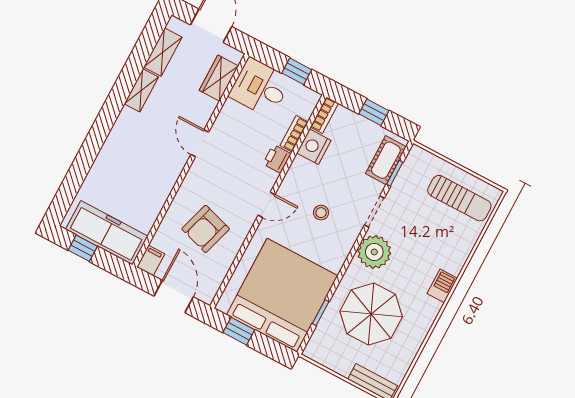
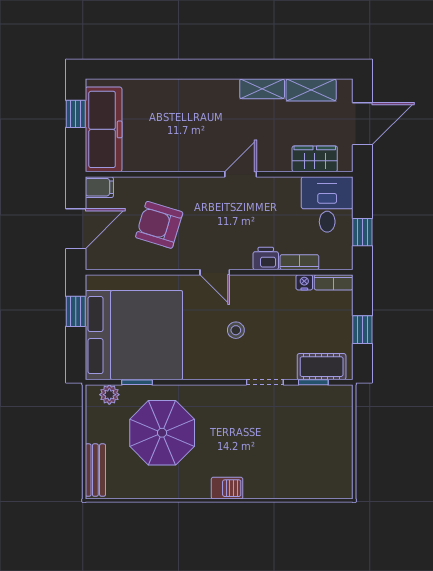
nightstand: (314, 147) -> (304, 282), width x0.53, depth x0.56
sun lounger: (459, 198) -> (323, 459), removed
plant: (374, 252) -> (109, 395), moved, width x0.53, depth x0.53

